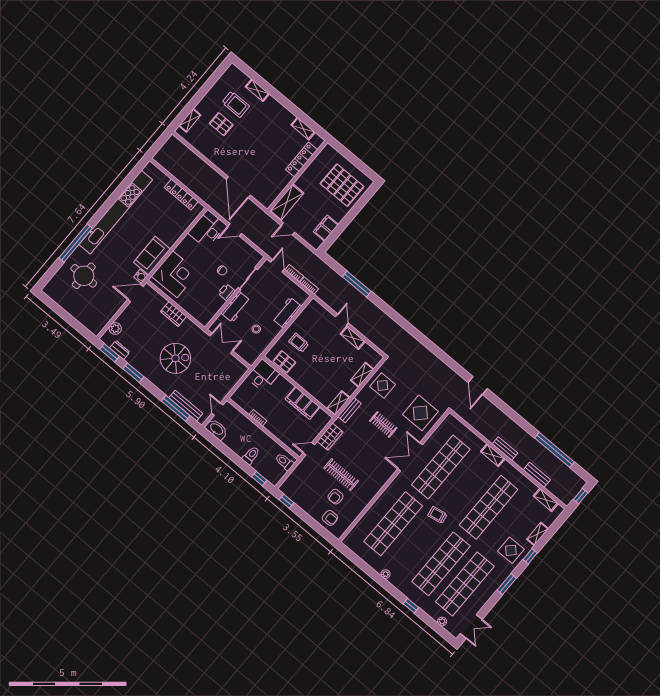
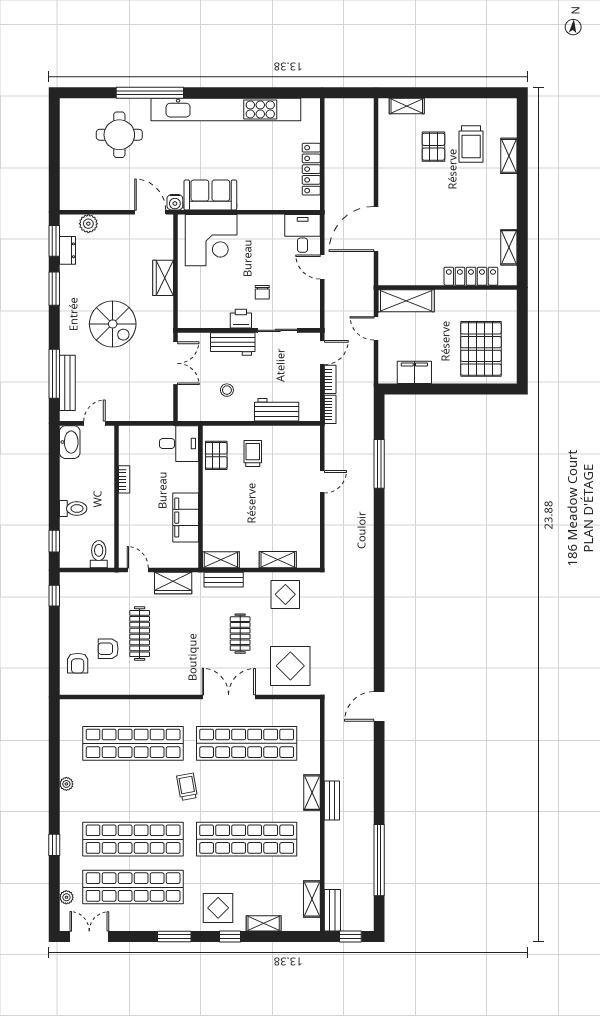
desk: (207, 229) -> (303, 233), width x0.73
shelving: (353, 338) -> (312, 512), removed
bench: (537, 475) -> (332, 910), moved
double door: (471, 626) -> (89, 936), swing flipped

